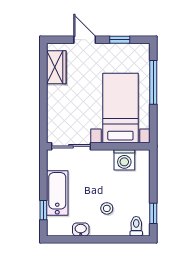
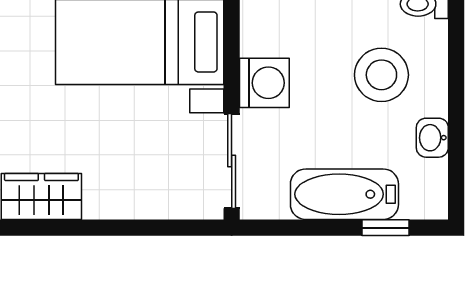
washing machine: (124, 160) -> (264, 83), moved
stool: (107, 208) -> (381, 75), width x1.89, depth x1.89

